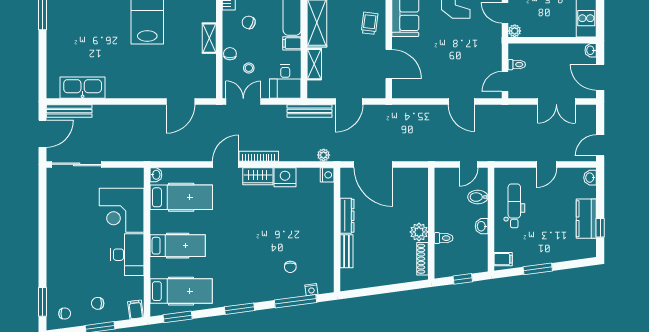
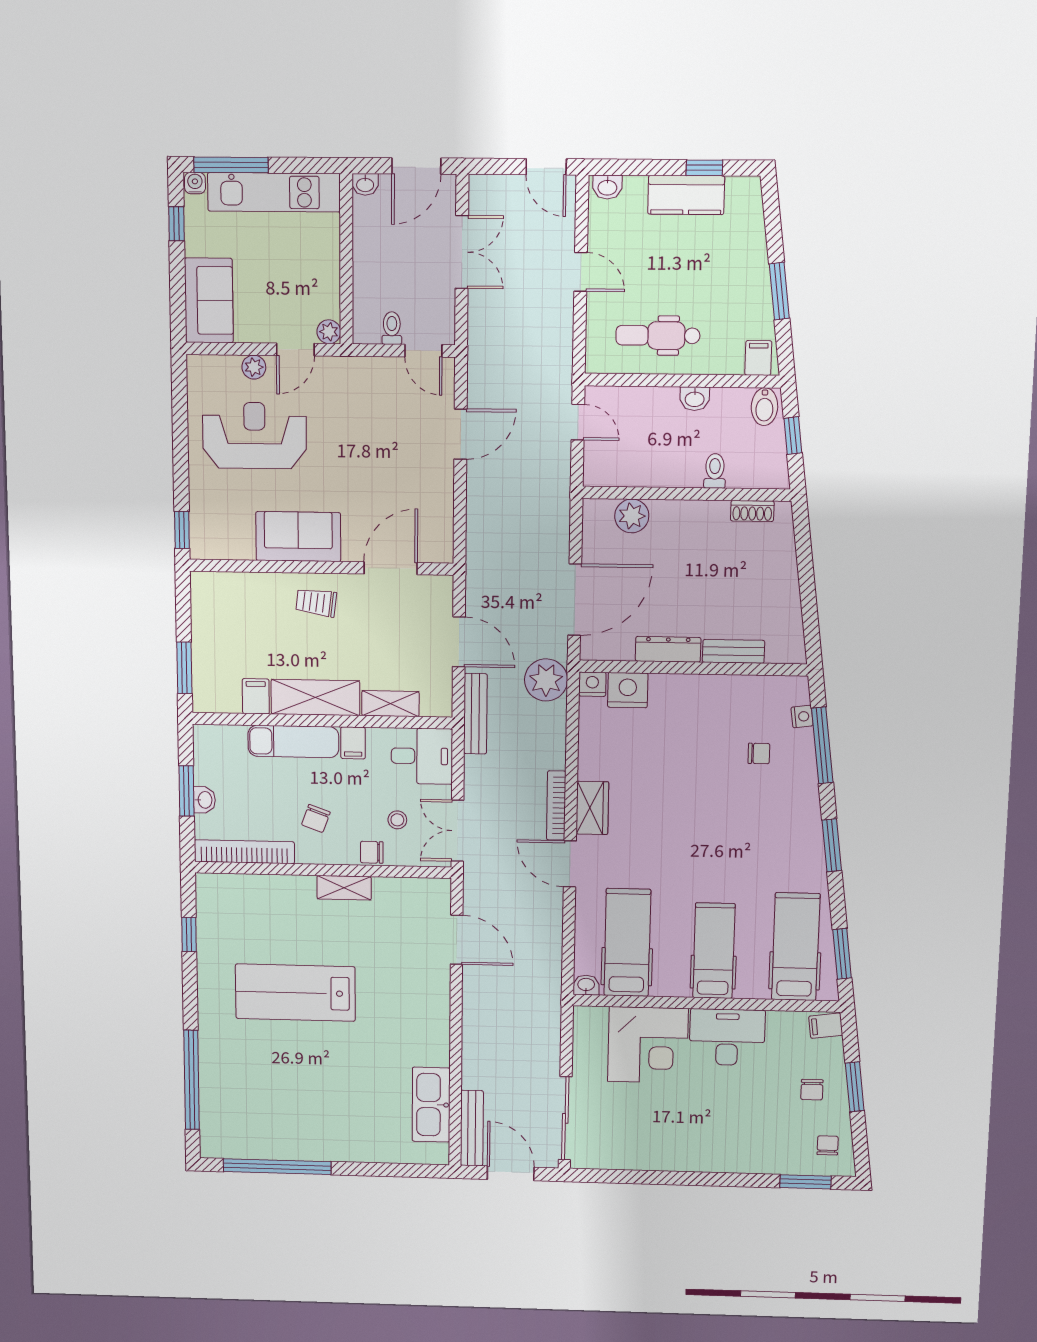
plant: (324, 155) -> (546, 680), width x1.87, depth x1.87
nightstand: (285, 177) -> (628, 690), moved, turned 90
bidet: (478, 197) -> (764, 407), moved
plant: (419, 232) -> (632, 516), moved
shoe rack: (423, 259) -> (752, 511), width x0.70

